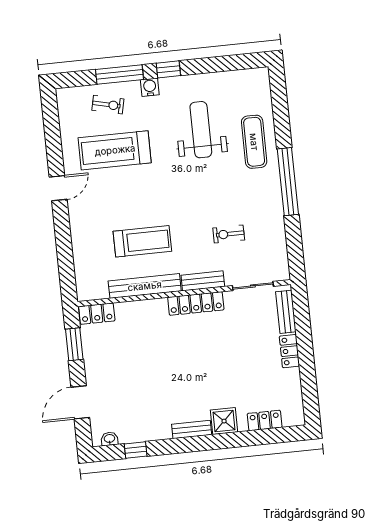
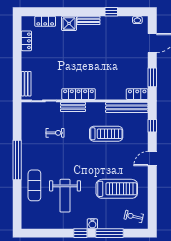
exercise bike: (108, 105) -> (134, 217), moved
door: (58, 188) -> (152, 158), moved
treadmill: (142, 241) -> (106, 134), turned 180
window: (66, 263) -> (152, 126), added
bench: (145, 286) -> (127, 107), moved
locker: (289, 351) -> (26, 41), moved
window: (136, 450) -> (111, 12), moved

